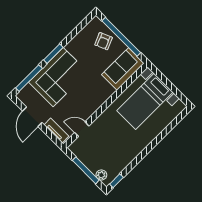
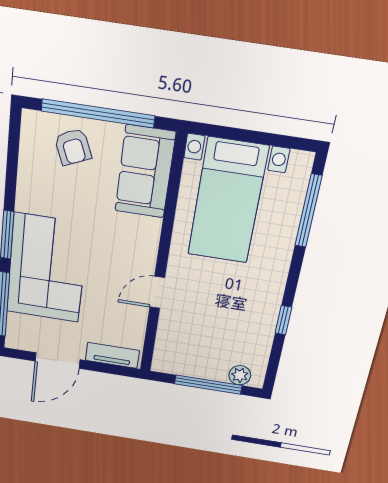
door: (32, 117) -> (58, 360), hinge flipped
window: (171, 126) -> (308, 211), added
door: (82, 129) -> (157, 292), moved
window: (116, 181) -> (283, 320), moved

